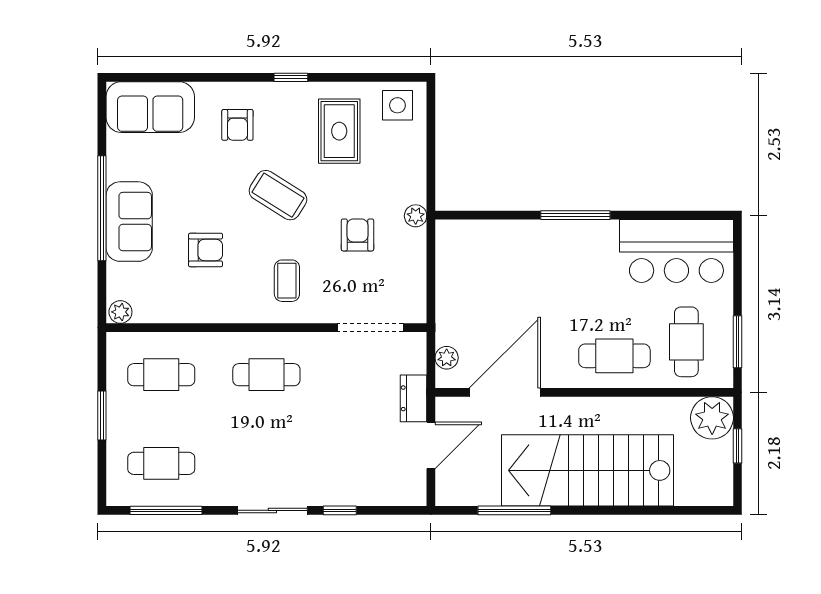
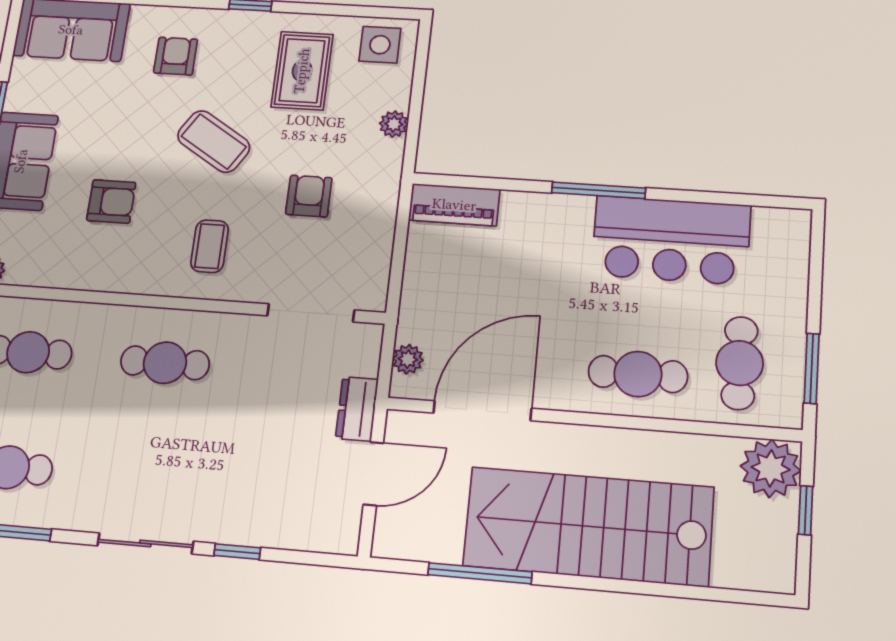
armchair: (237, 125) -> (176, 56), turned 180
plant: (416, 216) -> (394, 124), moved
piano: (468, 234) -> (454, 205), added
bar counter: (676, 251) -> (671, 240), moved

